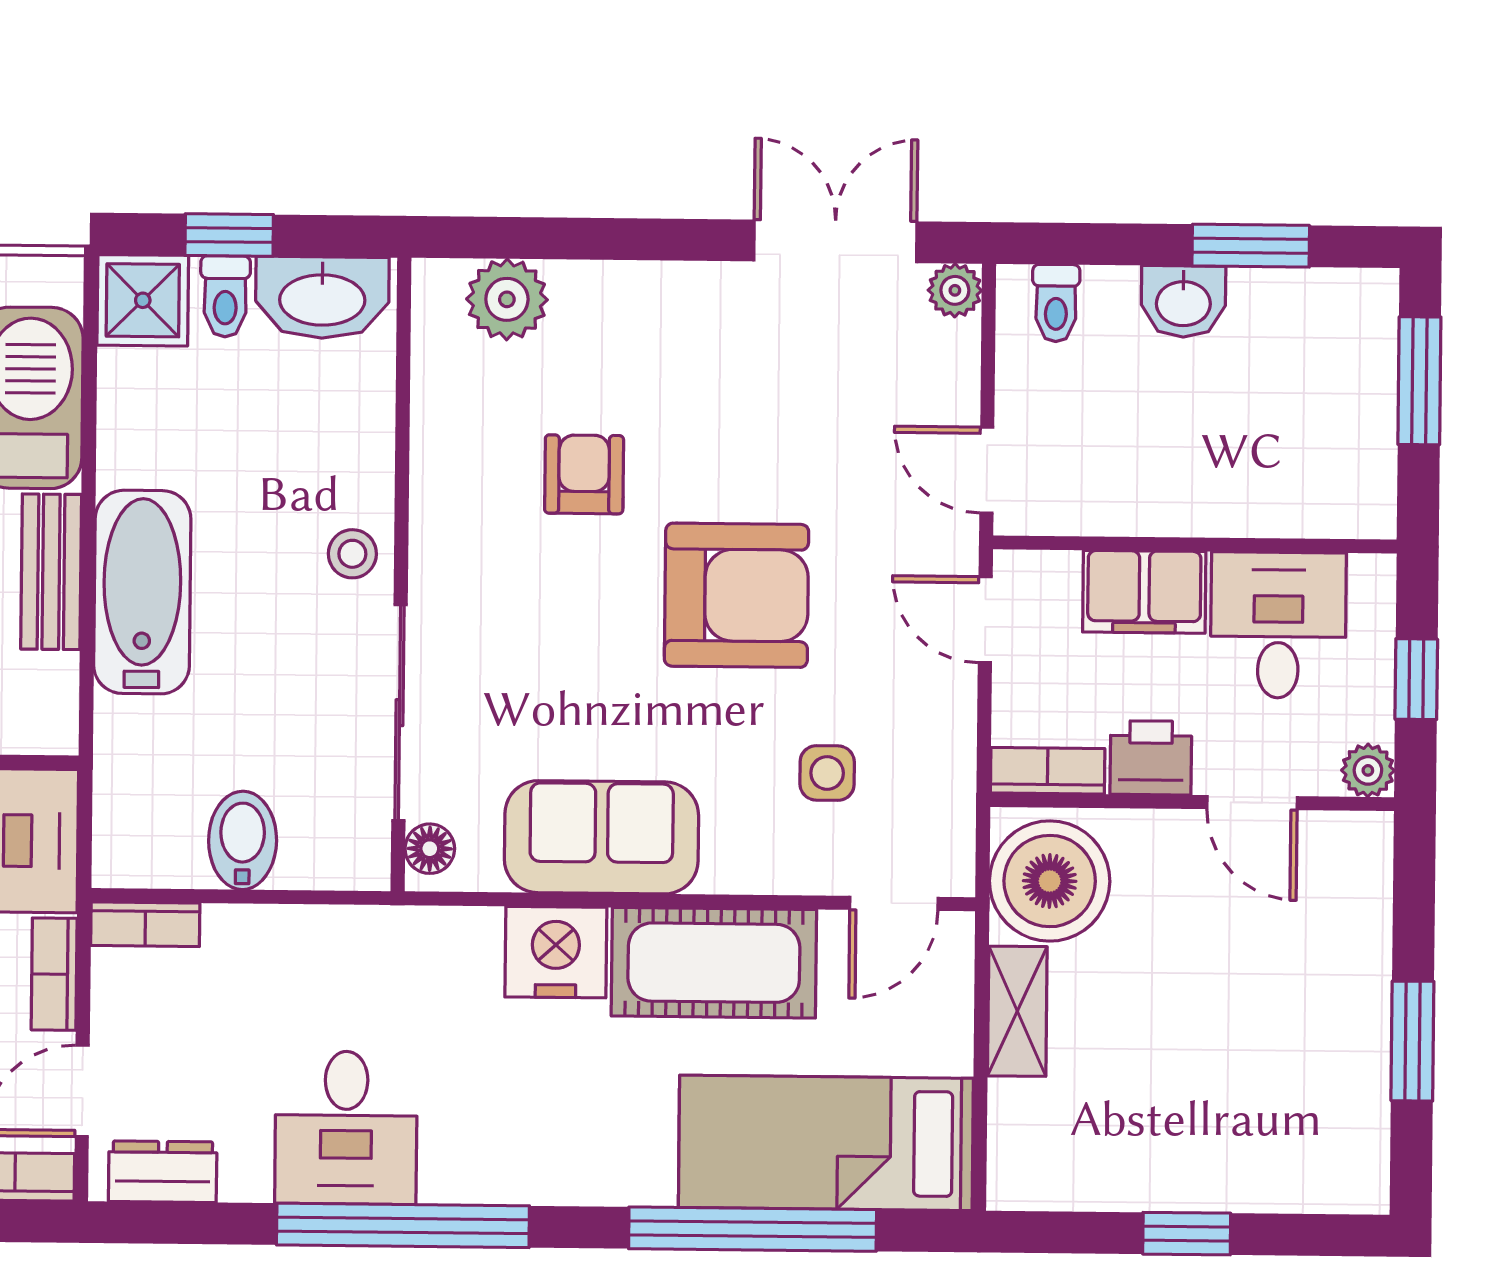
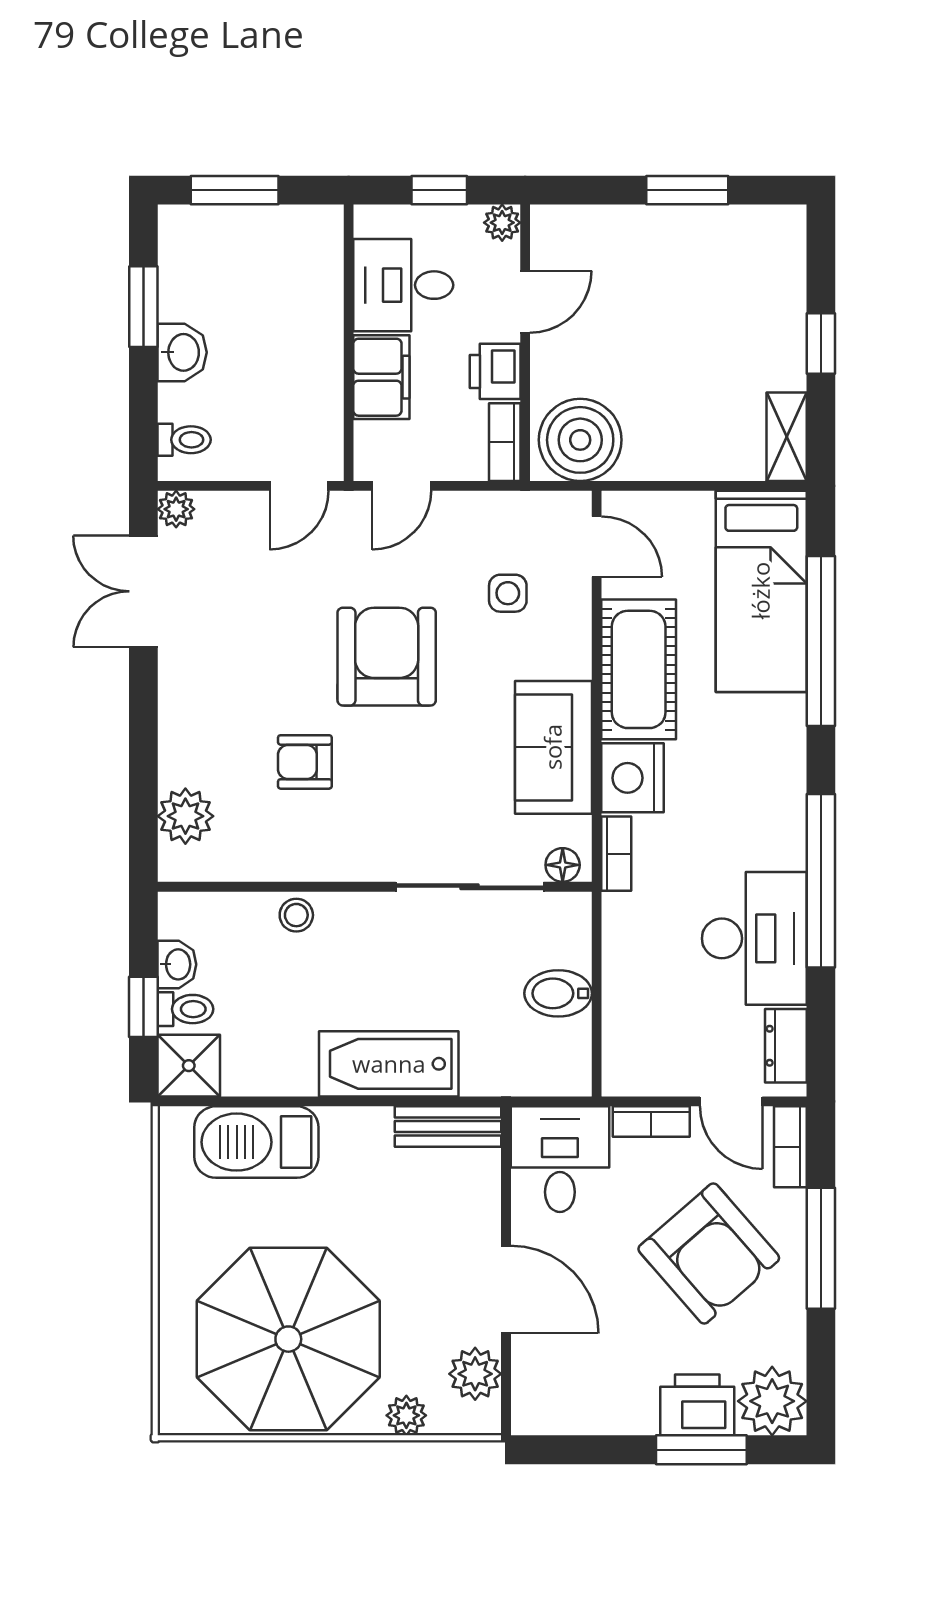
washbasin: (322, 298) -> (177, 964), width x0.52, depth x0.69
stool: (352, 554) -> (296, 915), moved
bench: (51, 572) -> (448, 1127), moved
bookcase: (145, 924) -> (616, 854), moved
shelving: (1017, 1011) -> (787, 437), moved, turned 90
desk: (346, 1128) -> (754, 938), width x1.37

